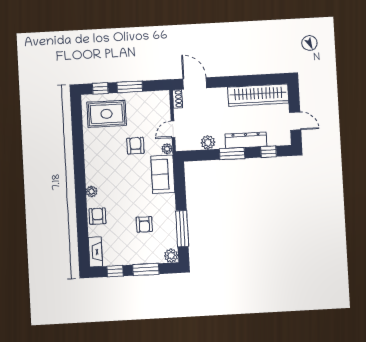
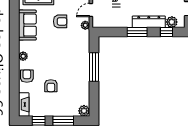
plant: (208, 142) -> (172, 22), moved
armchair: (135, 146) -> (60, 21), turned 90
sofa: (163, 174) -> (27, 25), moved, turned 180
armchair: (144, 224) -> (51, 86), moved
window: (182, 229) -> (94, 67), moved

